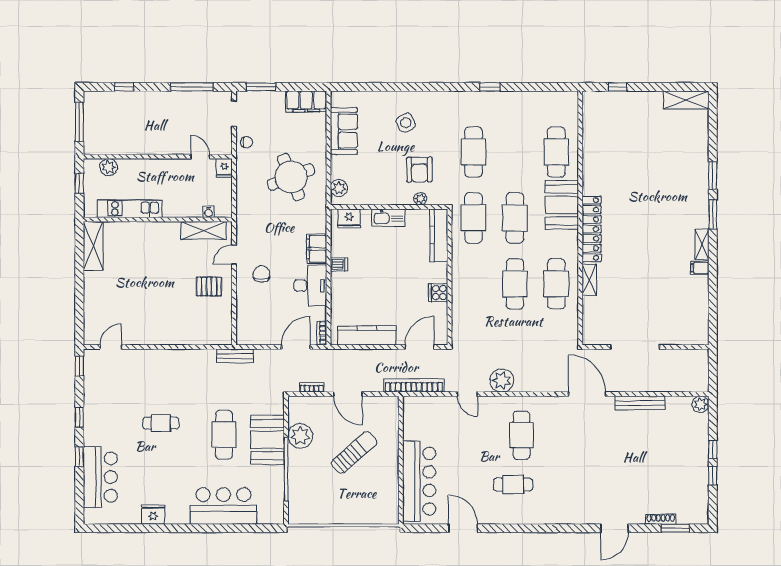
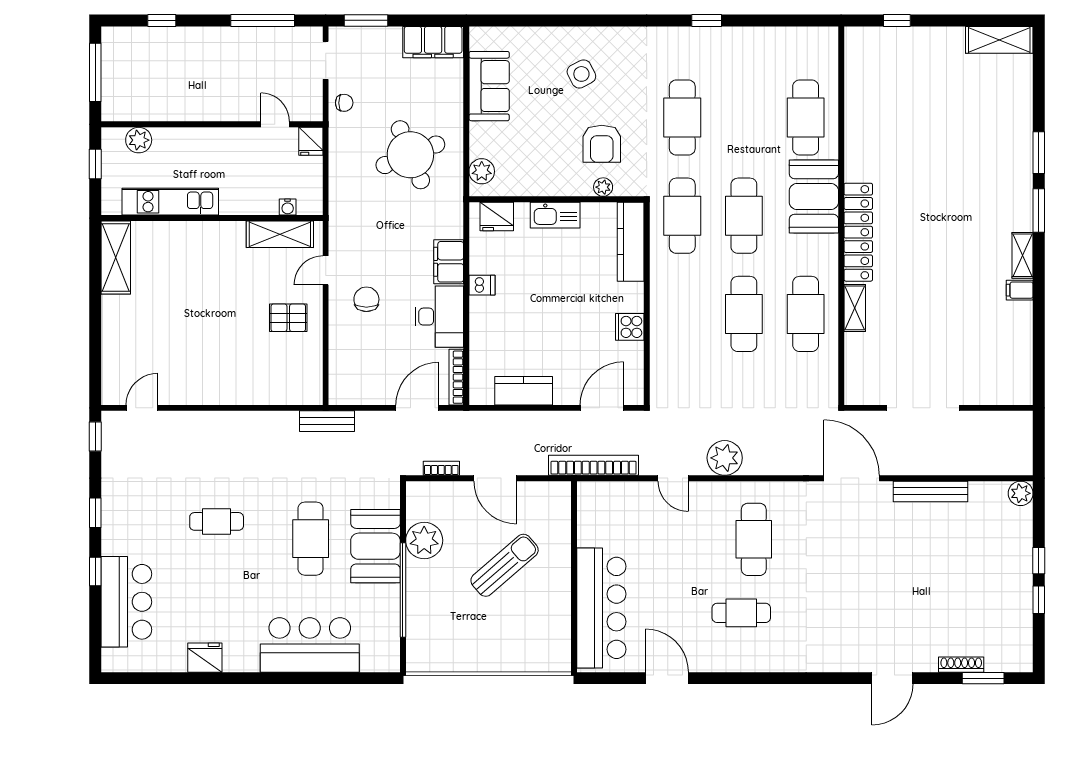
bookcase: (322, 333) -> (456, 377), width x1.56
kitchen counter: (367, 335) -> (524, 391), width x0.67

